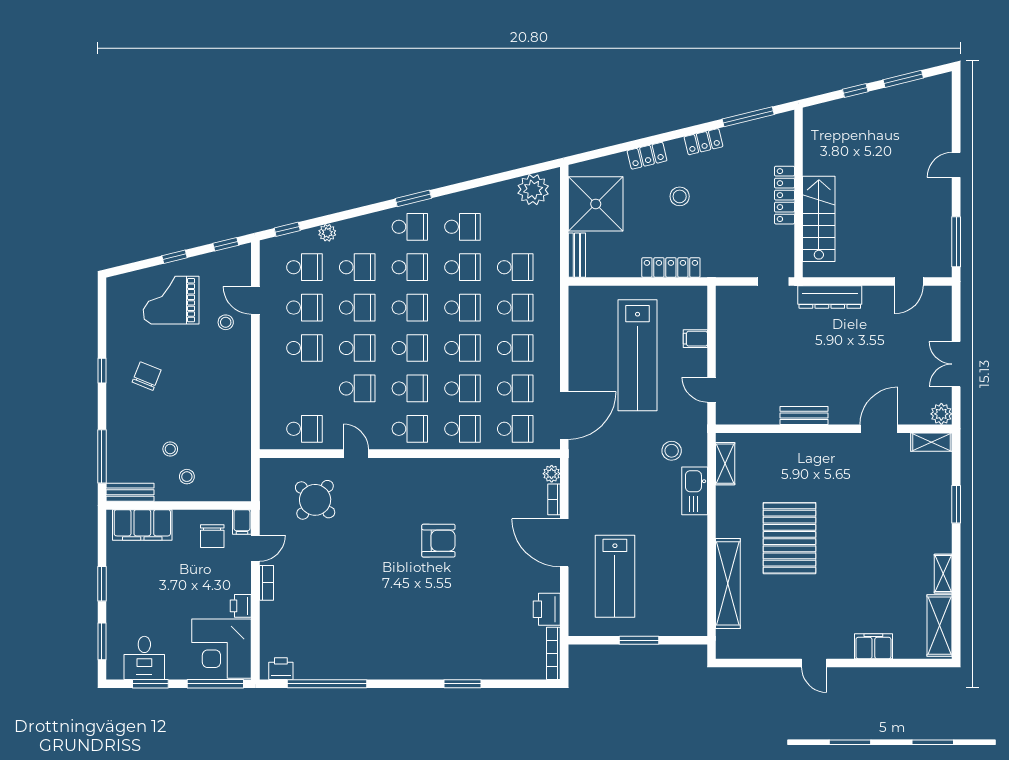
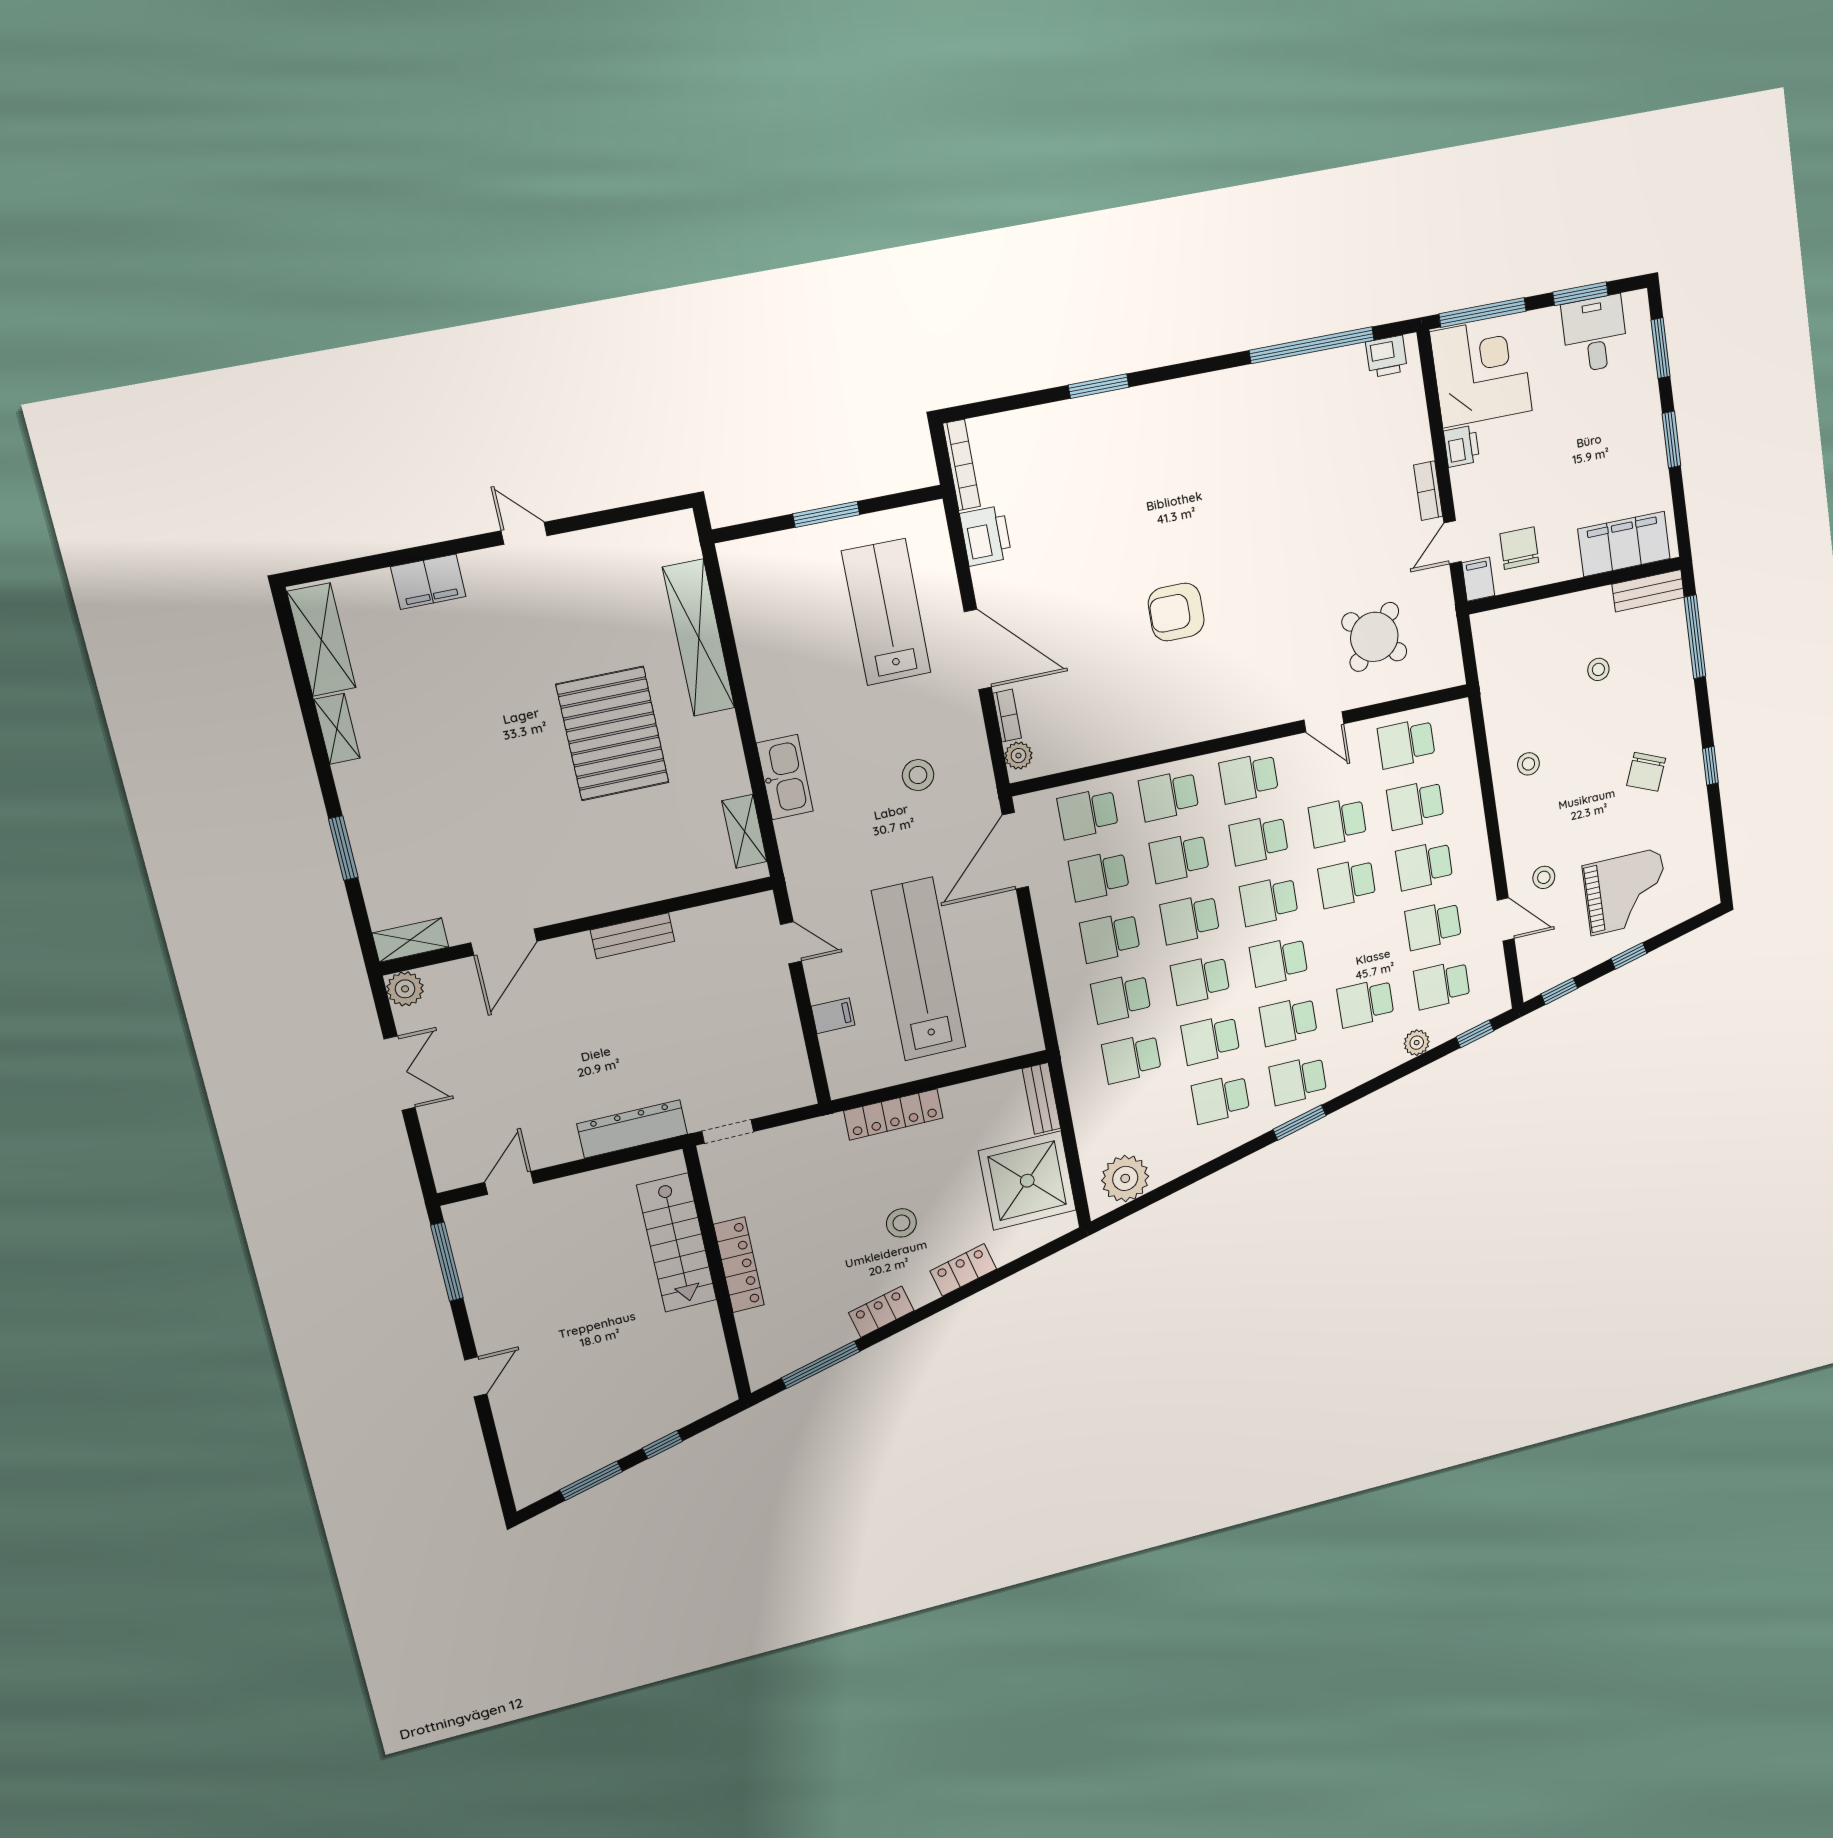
school desk: (357, 308) -> (1415, 805), moved
stool: (672, 451) -> (918, 775), moved
stool: (187, 477) -> (1528, 764), moved

